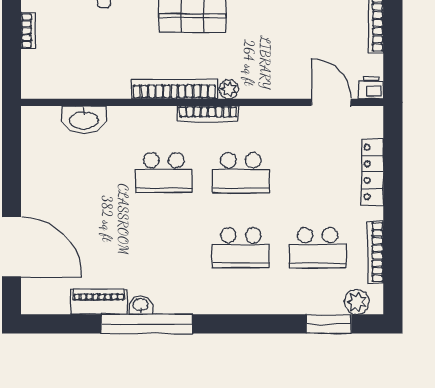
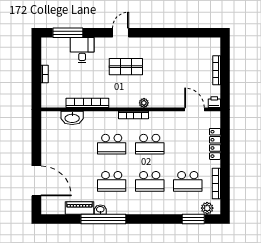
bookcase: (174, 89) -> (87, 103), moved
school desk: (164, 248) -> (112, 181), added

